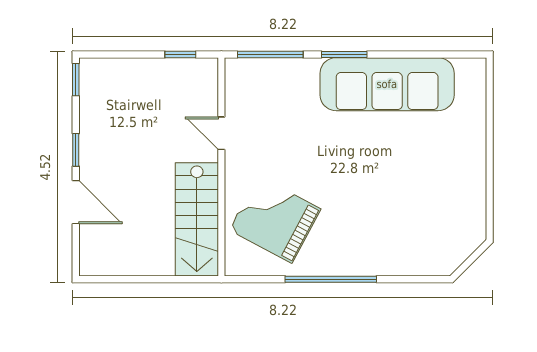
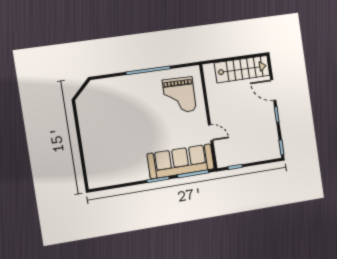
sofa: (387, 84) -> (181, 161), moved
stairs: (197, 219) -> (242, 69), moved, turned 90
grand piano: (275, 219) -> (179, 95), turned 63

